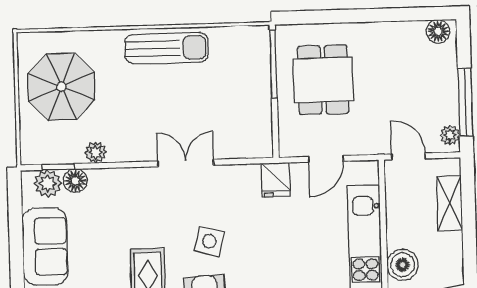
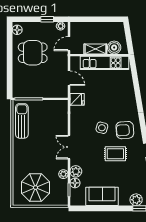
sun lounger: (166, 48) -> (22, 121), moved
dining table: (323, 80) -> (33, 53), moved
window: (465, 102) -> (47, 19), width x0.46
double door: (186, 163) -> (69, 147), moved
plant: (48, 184) -> (76, 171), moved
shelving: (450, 203) -> (95, 49), moved

